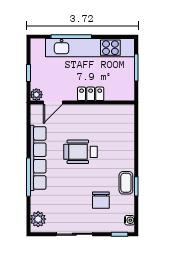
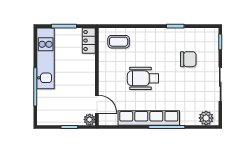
kitchen unit: (90, 48) -> (46, 58), width x0.73
locker: (91, 94) -> (89, 41), moved
wheelchair: (80, 152) -> (143, 78), turned 90
coffee table: (126, 183) -> (119, 42), moved
water cooler: (130, 220) -> (207, 32), removed

